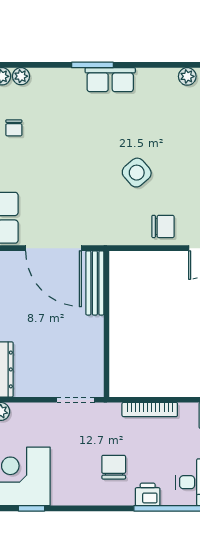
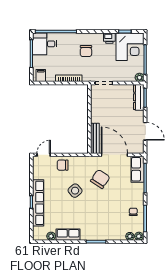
row of seats: (110, 80) -> (68, 235), moved
chair: (84, 197) -> (100, 179), added
printer: (148, 494) -> (109, 38), moved

